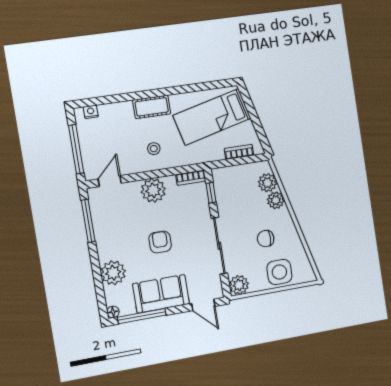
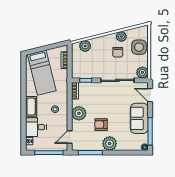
desk: (117, 120) -> (36, 127), added
door: (110, 181) -> (70, 137), hinge flipped
plant: (276, 200) -> (121, 37), moved
armchair: (160, 242) -> (101, 125), moved
plant: (113, 273) -> (110, 144), moved
door: (203, 305) -> (150, 95), swing flipped

